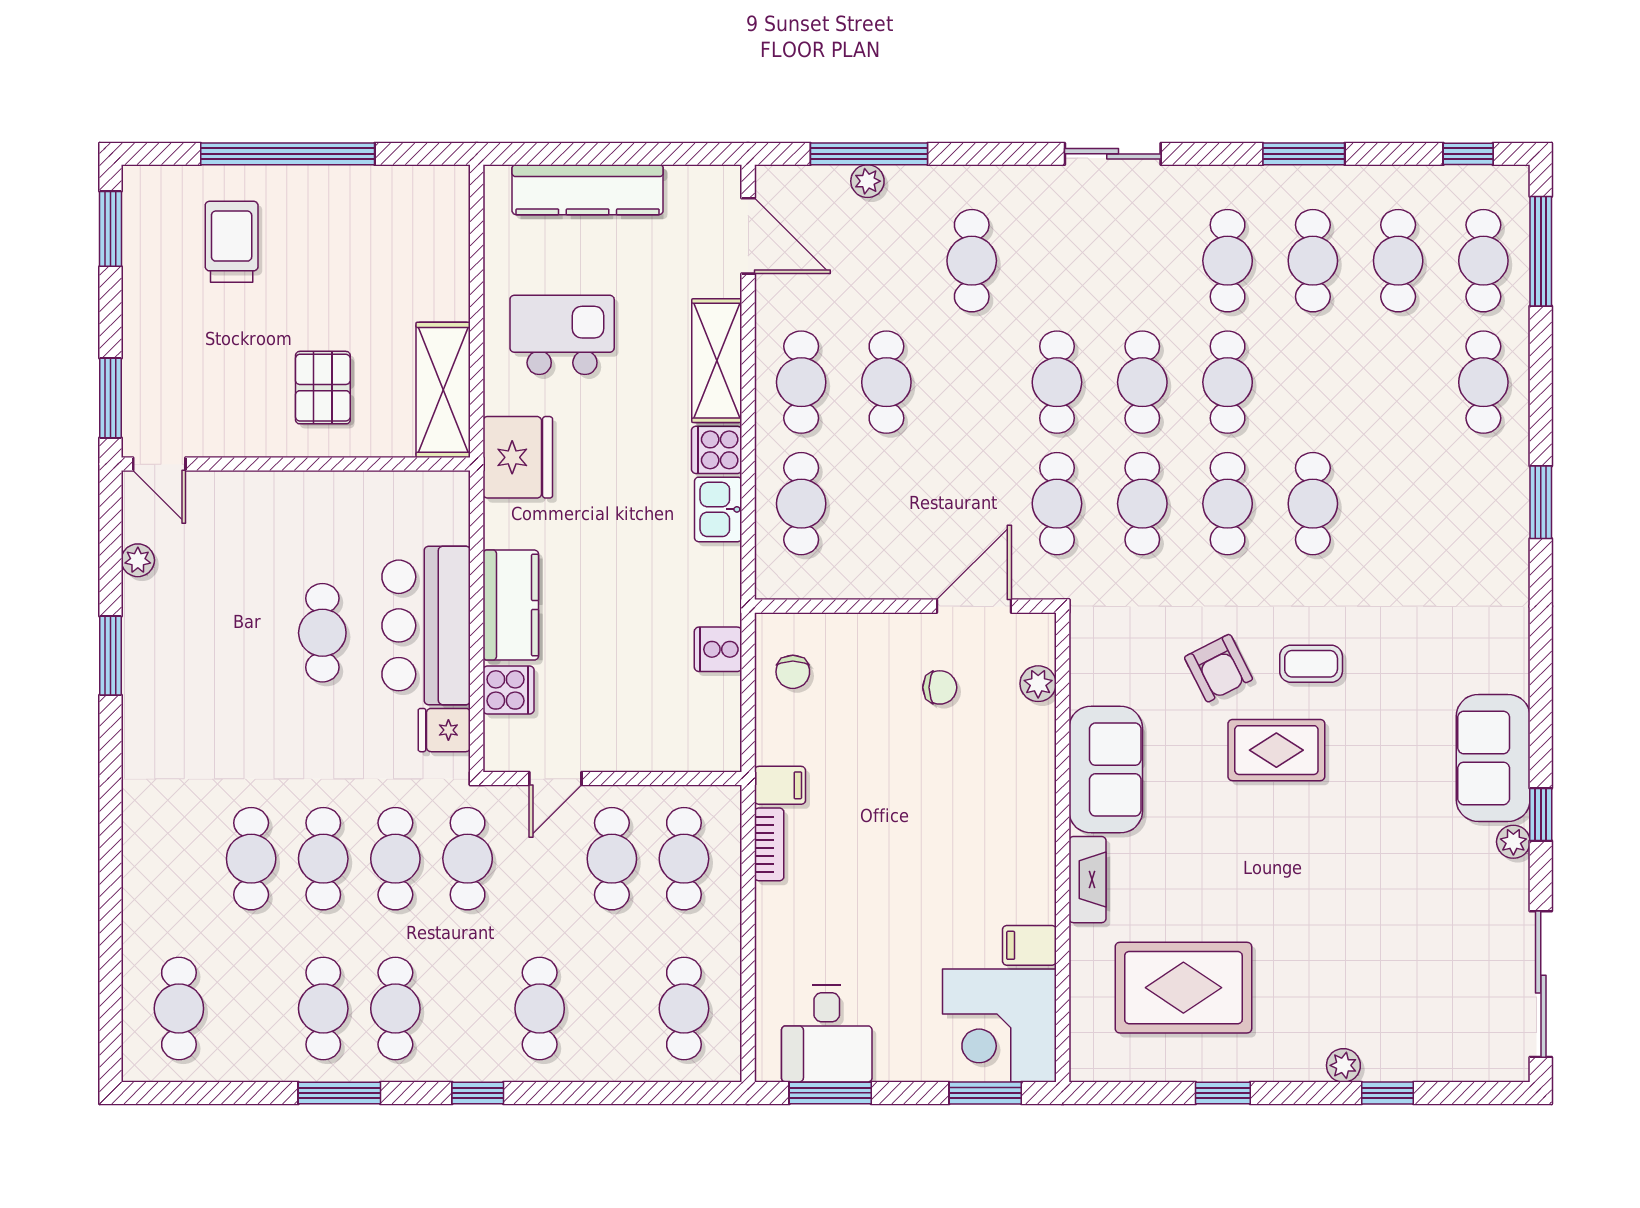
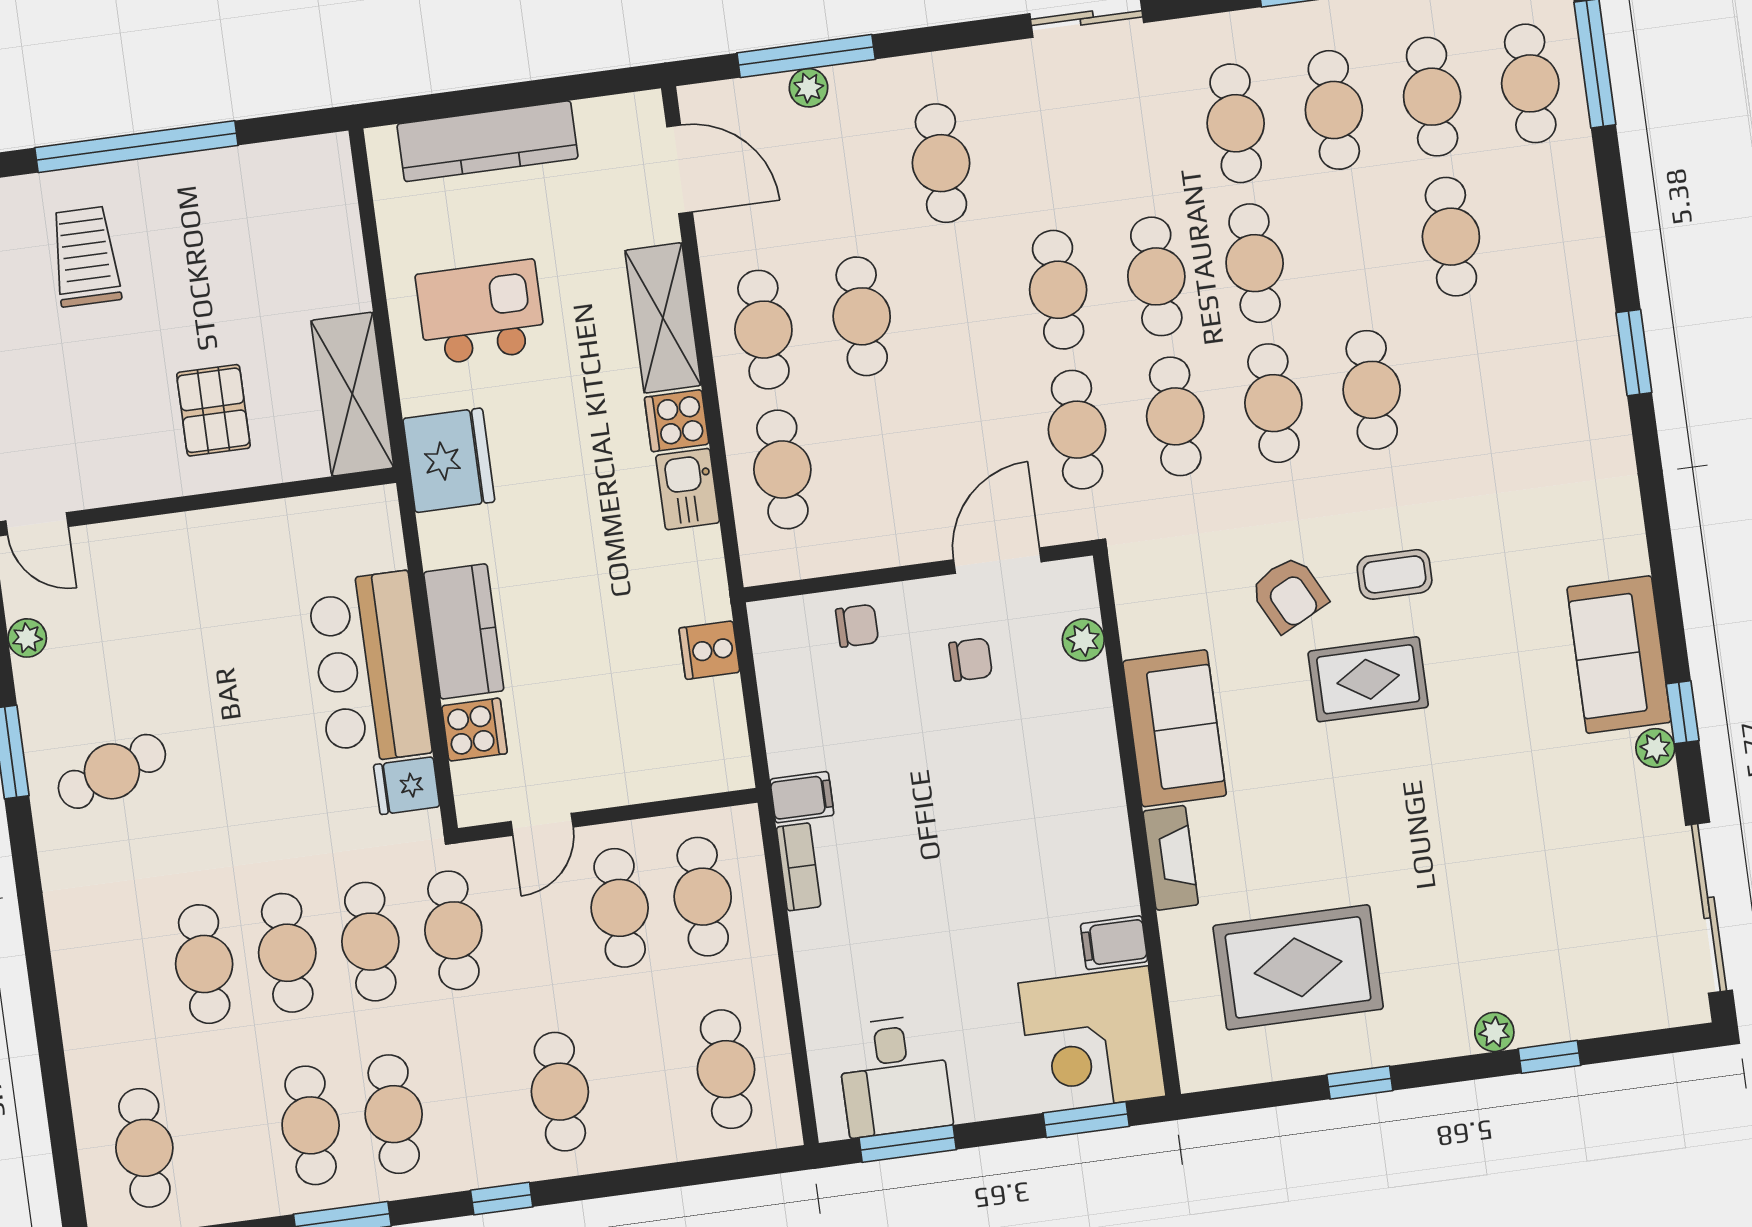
cafe table: (1483, 382) -> (1451, 237), moved
cafe table: (322, 633) -> (112, 771), moved, turned 71
chair: (793, 672) -> (857, 626), moved, turned -90

